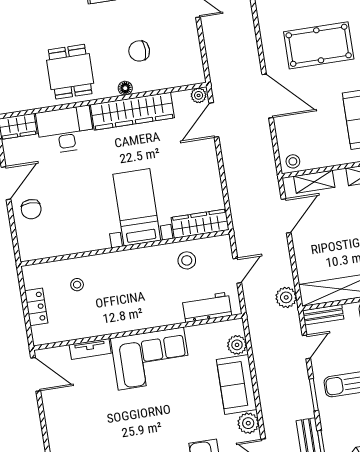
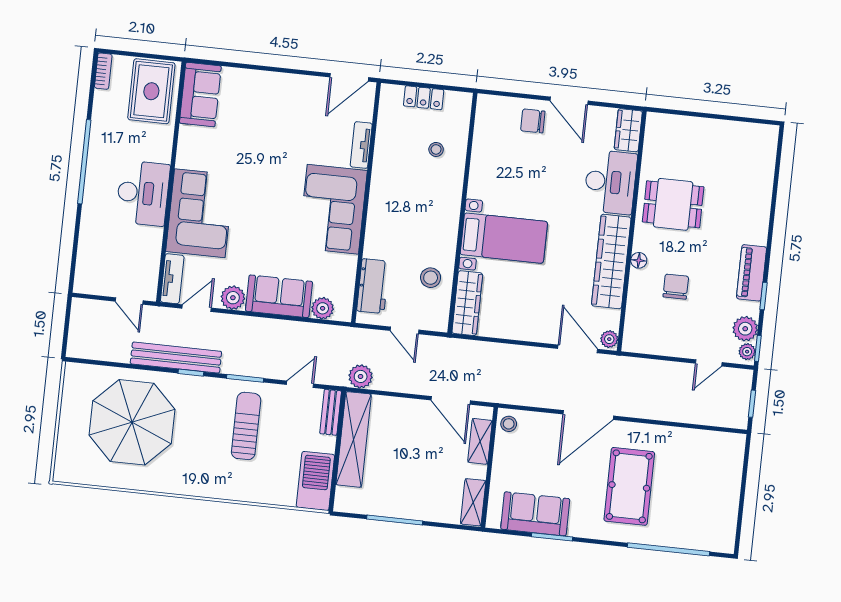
door: (306, 347) -> (300, 384), swing flipped

